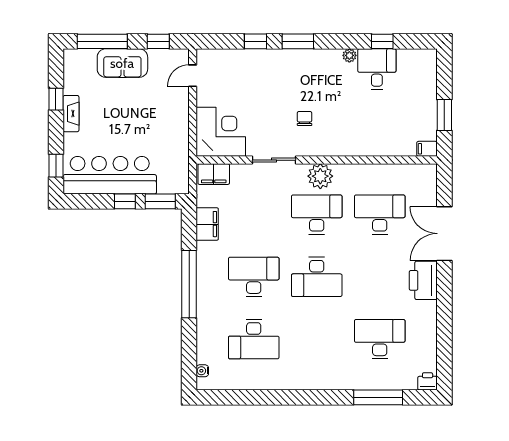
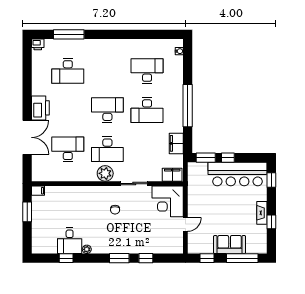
door: (193, 76) -> (185, 224), moved
desk: (380, 215) -> (68, 149), turned 180

